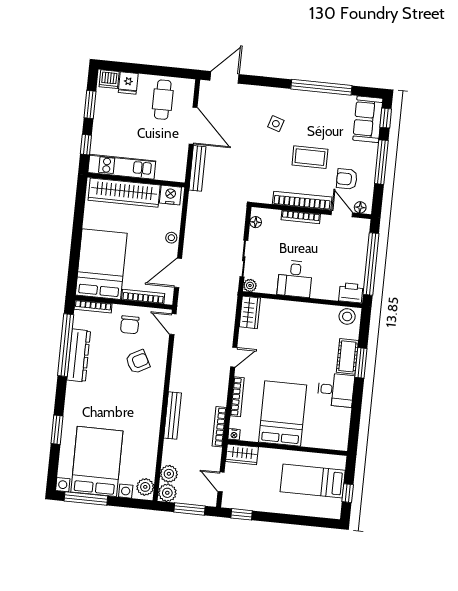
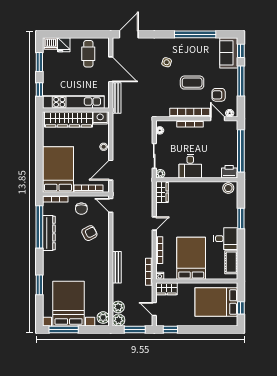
kitchen unit: (122, 167) -> (73, 102), width x1.36
cot: (347, 356) -> (231, 262), moved
bed: (313, 481) -> (216, 302), width x1.50

